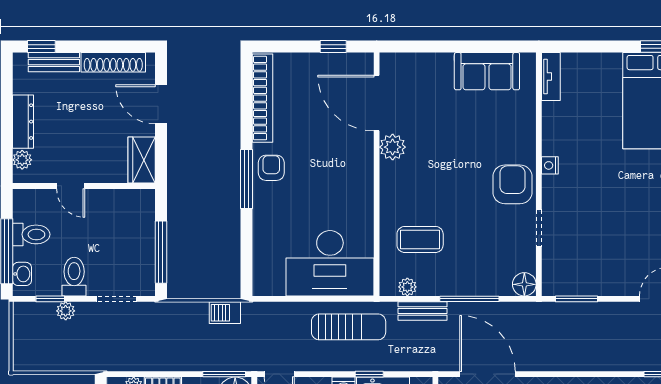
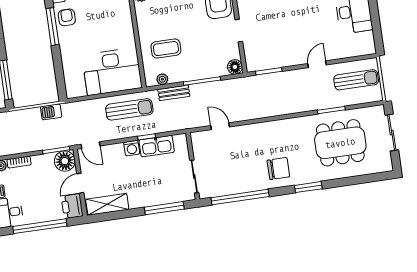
door: (487, 374) -> (220, 126), width x0.53

